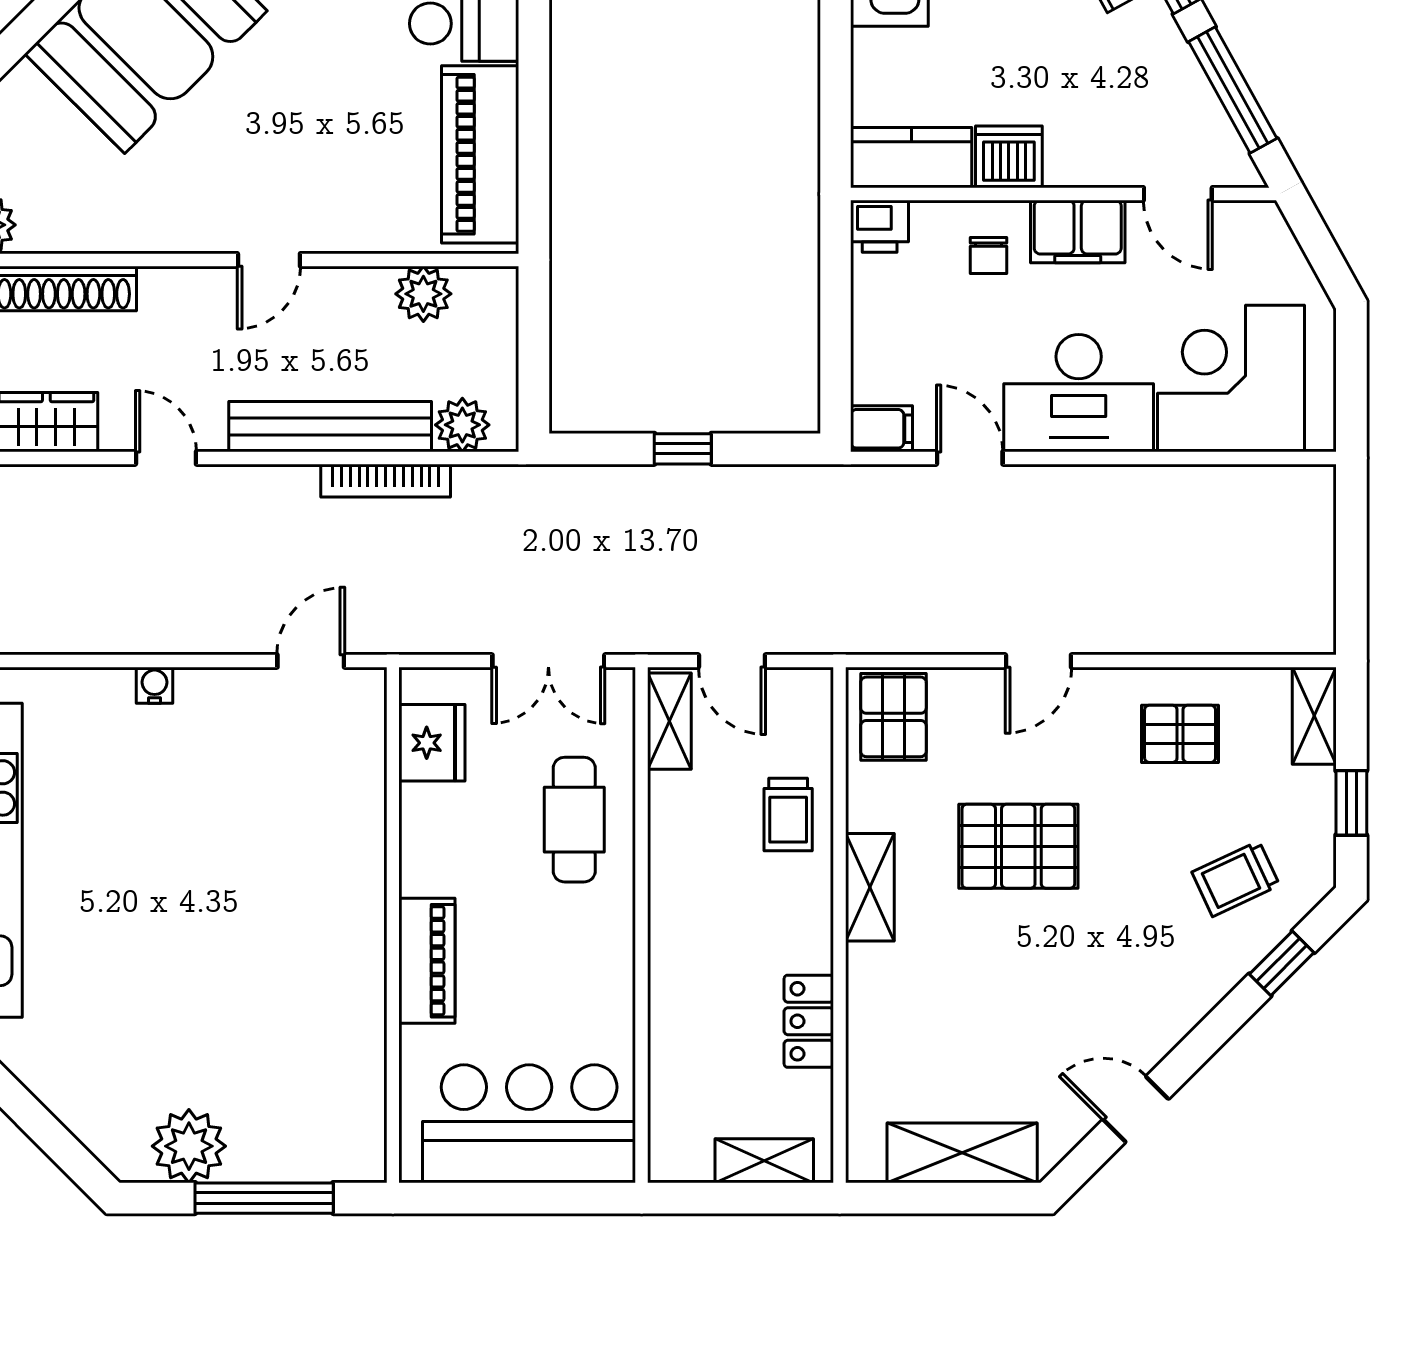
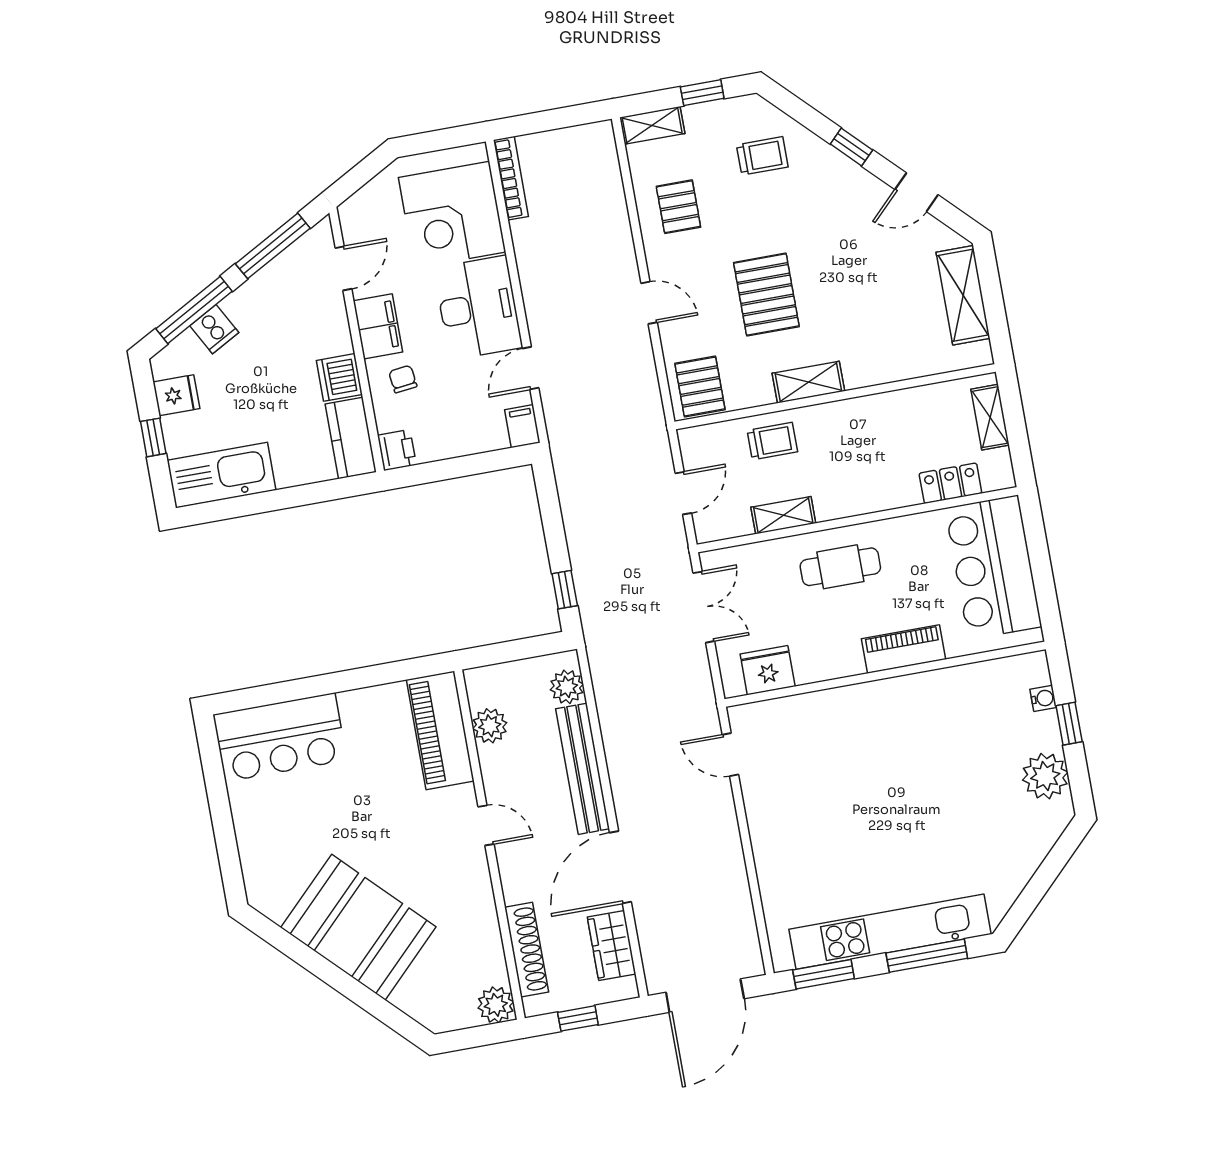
piano: (480, 154) -> (440, 730), moved, turned 90
chair: (988, 255) -> (403, 379), turned -97
window: (683, 449) -> (565, 590), moved
door: (166, 458) -> (620, 867), width x1.88
bookcase: (386, 481) -> (511, 178), moved
water cooler: (155, 685) -> (1043, 698), moved, turned 180
pallet: (893, 717) -> (700, 387), turned 90
shelving: (669, 721) -> (783, 515), moved
cafe table: (574, 820) -> (840, 567), moved
trolley: (1236, 879) -> (762, 156), turned -65
window: (1282, 963) -> (851, 147), moved
locker: (809, 1021) -> (950, 483), moved, turned 180
door: (1136, 1109) -> (916, 192), hinge flipped
window: (264, 1198) -> (1069, 724), width x0.46

